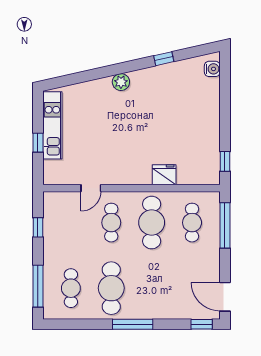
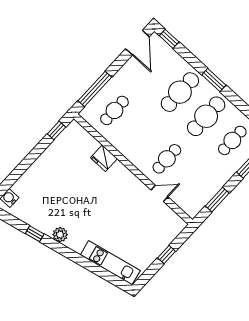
plant: (121, 82) -> (60, 235), moved
kitchen unit: (52, 125) -> (110, 263), moved, turned 77
cafe table: (152, 223) -> (180, 92), moved
window: (38, 227) -> (217, 200), width x1.50
window: (133, 324) -> (214, 80), width x0.69

